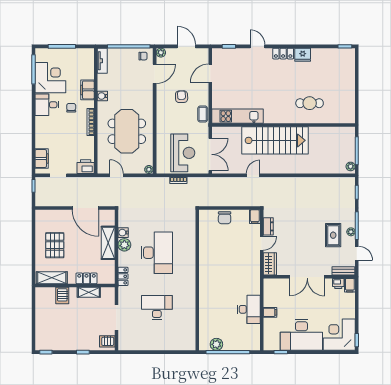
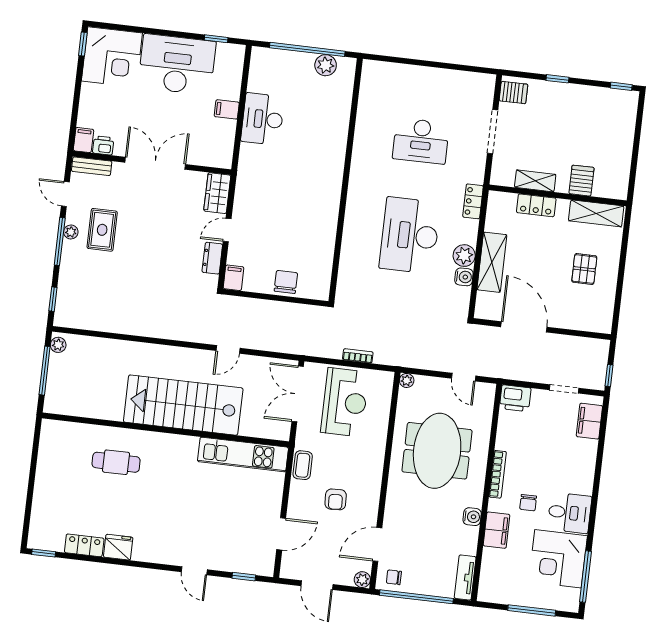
locker: (283, 54) -> (84, 545), moved
reception desk: (183, 153) -> (345, 402), turned 180
pallet: (55, 245) -> (584, 269), width x0.67, depth x0.71

